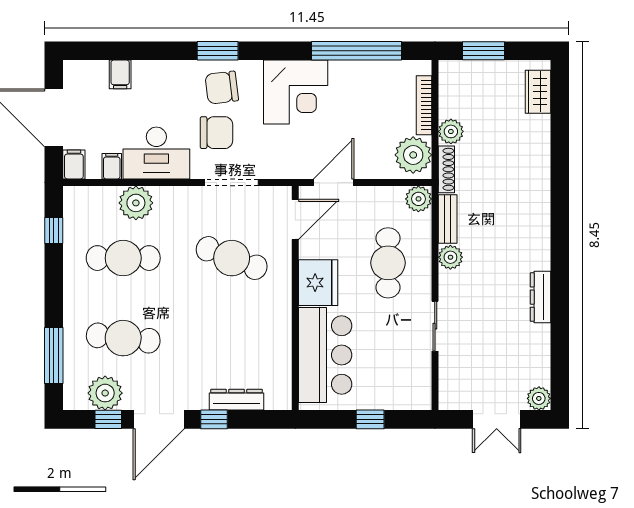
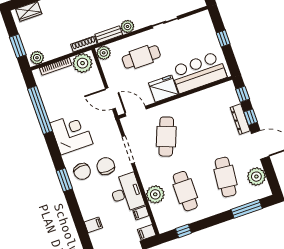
plant: (451, 131) -> (37, 58), moved
dresser: (237, 400) -> (240, 119), moved
window: (108, 419) -> (243, 94), moved

